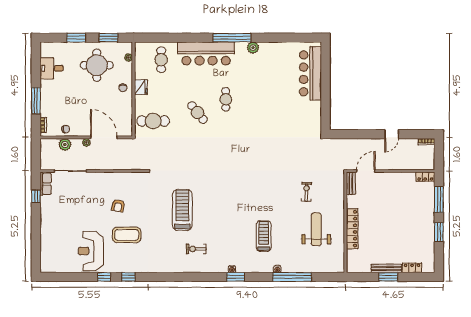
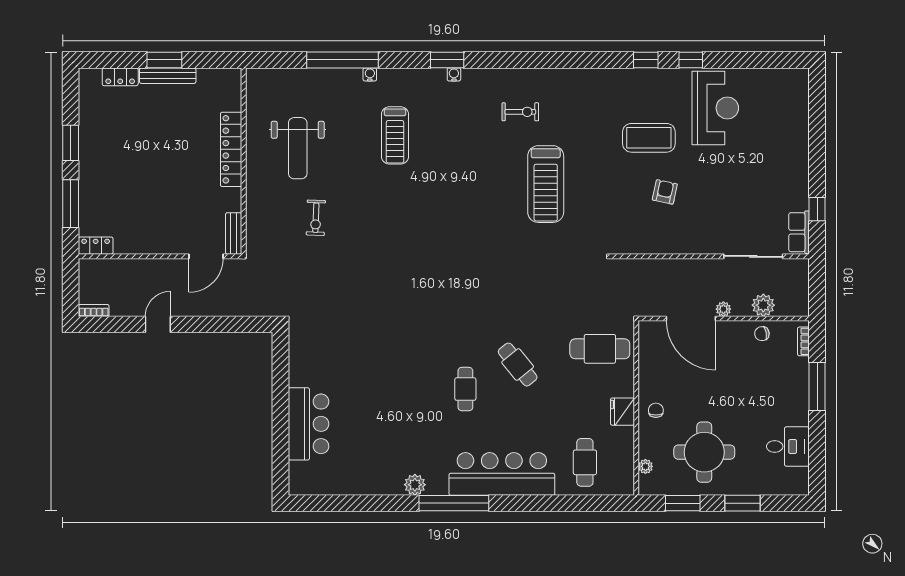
bar counter: (310, 73) -> (308, 424), width x0.73

